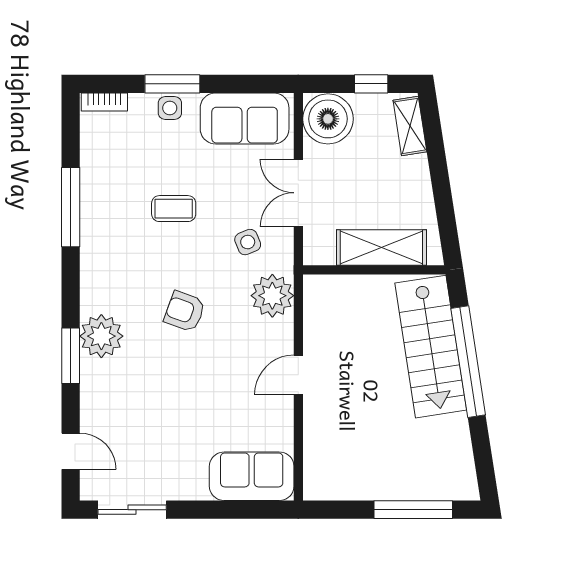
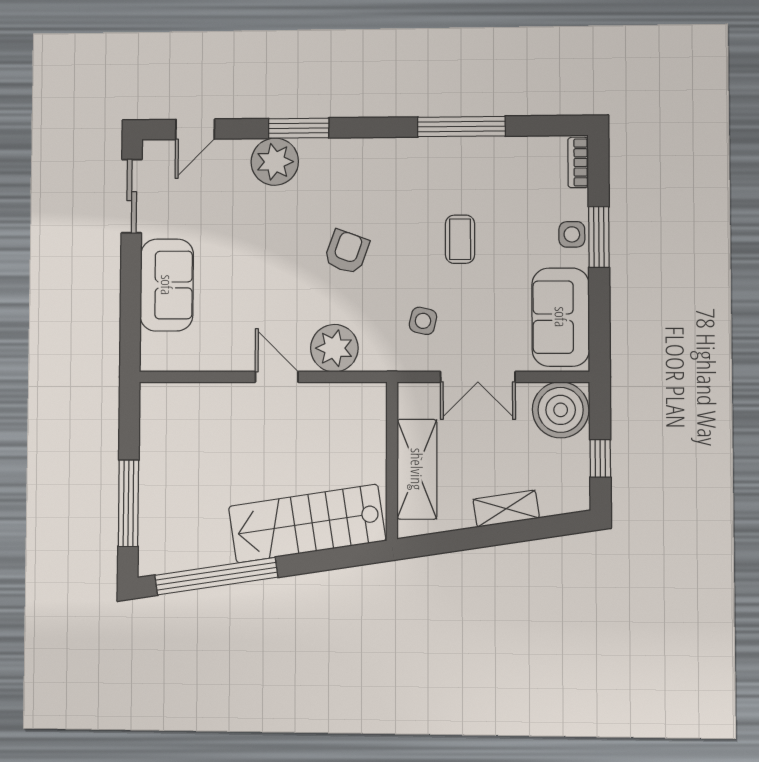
shelving: (410, 126) -> (506, 509), moved
double door: (298, 193) -> (478, 377), swing flipped
side table: (248, 242) -> (423, 321), turned 35
plant: (272, 296) -> (334, 348), moved
plant: (101, 336) -> (275, 162), moved
window: (468, 362) -> (216, 576), moved
sofa: (252, 476) -> (167, 285), moved

